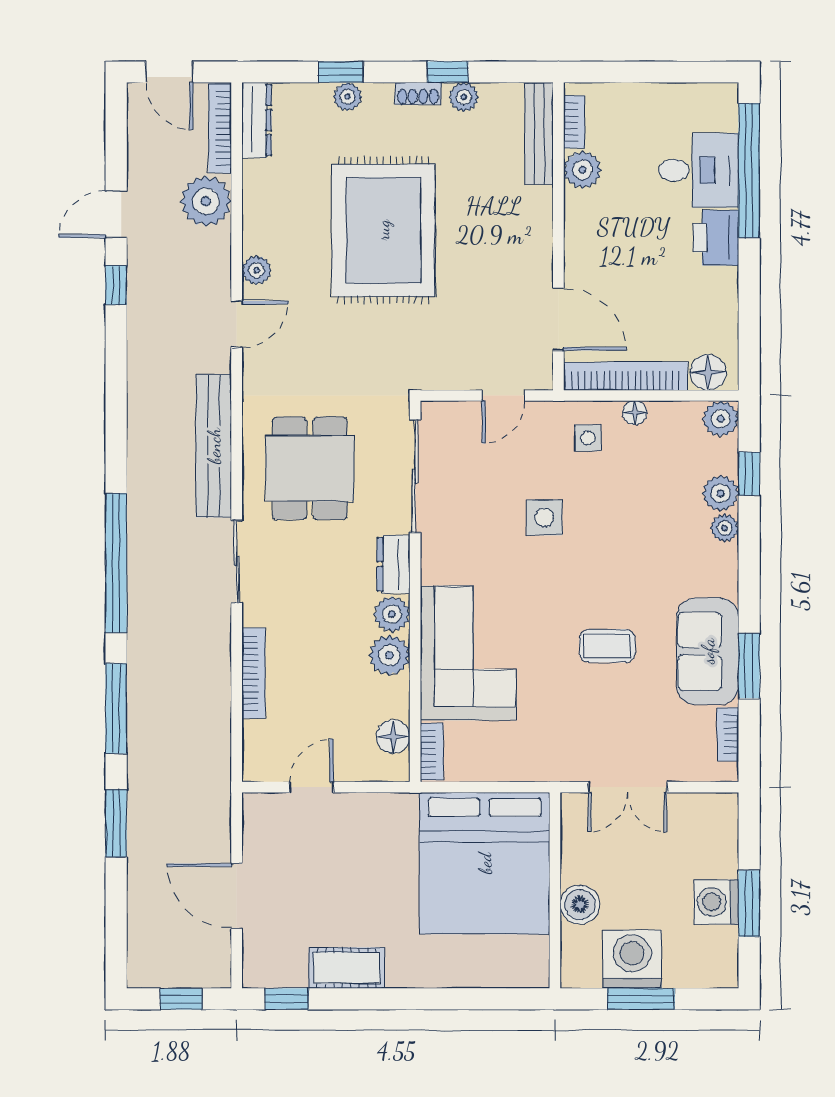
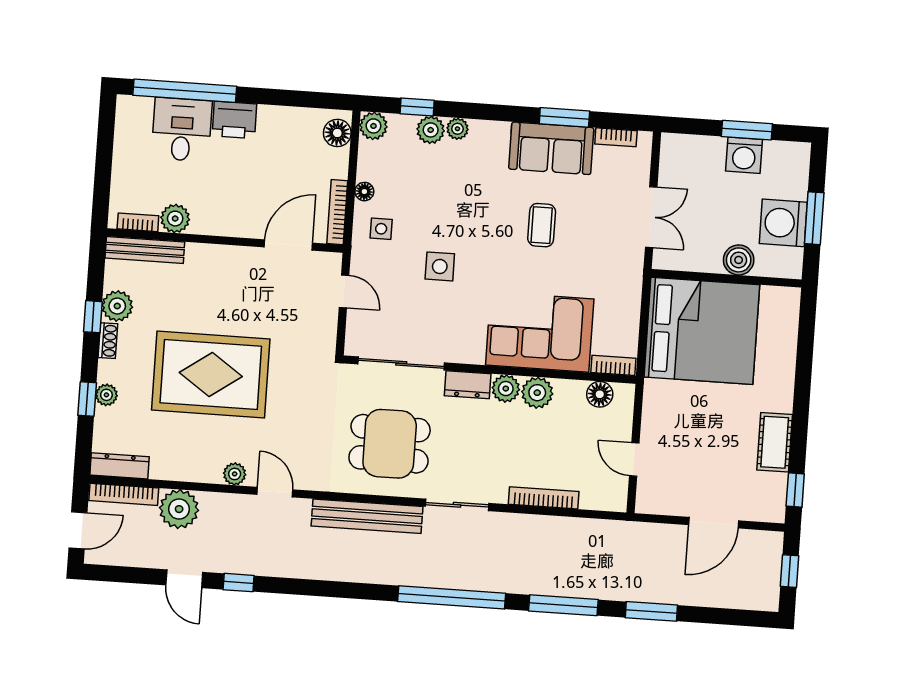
plant: (464, 97) -> (117, 306), width x1.38, depth x1.38
bookcase: (626, 376) -> (337, 212), width x0.68, depth x0.76

